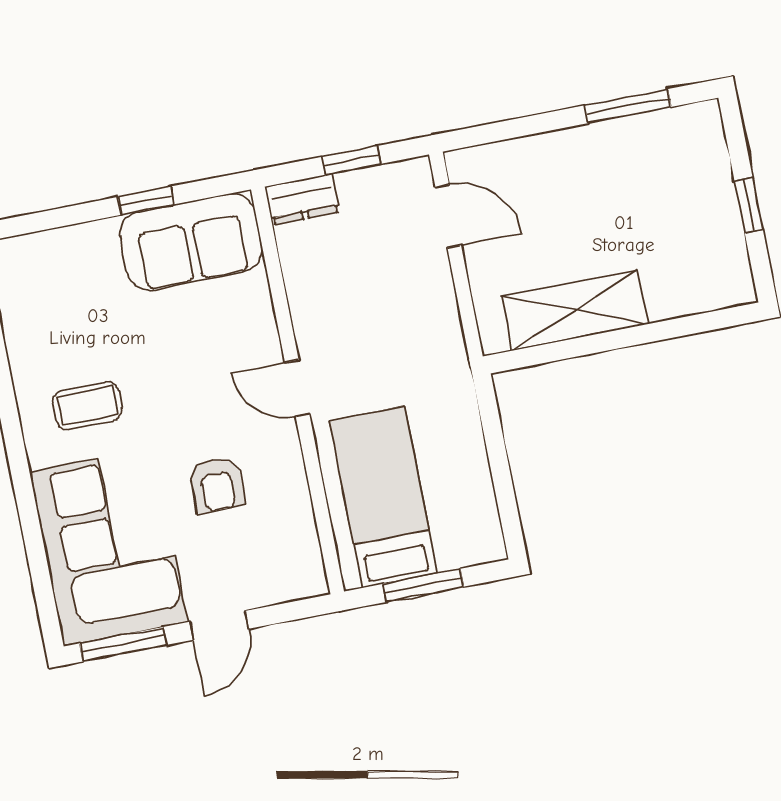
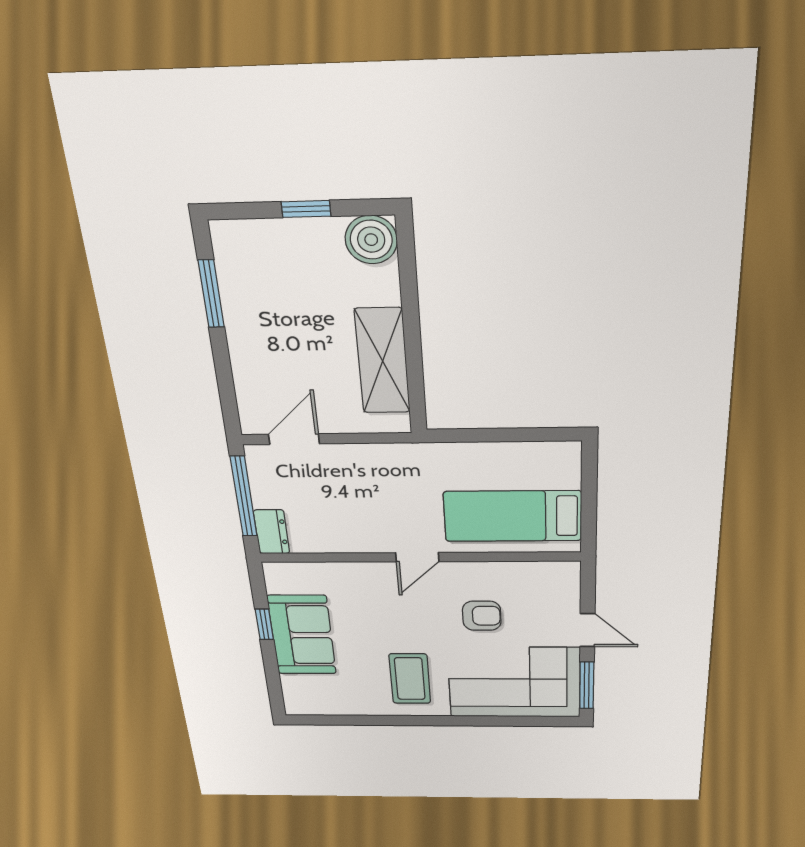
window: (351, 160) -> (244, 497), width x2.17
sofa: (191, 242) -> (302, 635), moved
boiler: (725, 280) -> (371, 240), added
coffee table: (87, 406) -> (410, 679), width x1.36, depth x1.30
window: (423, 585) -> (589, 501), removed

